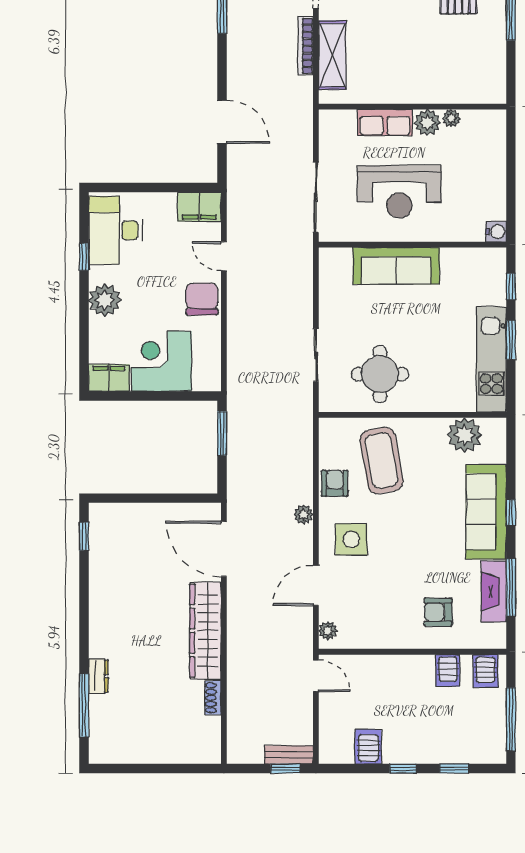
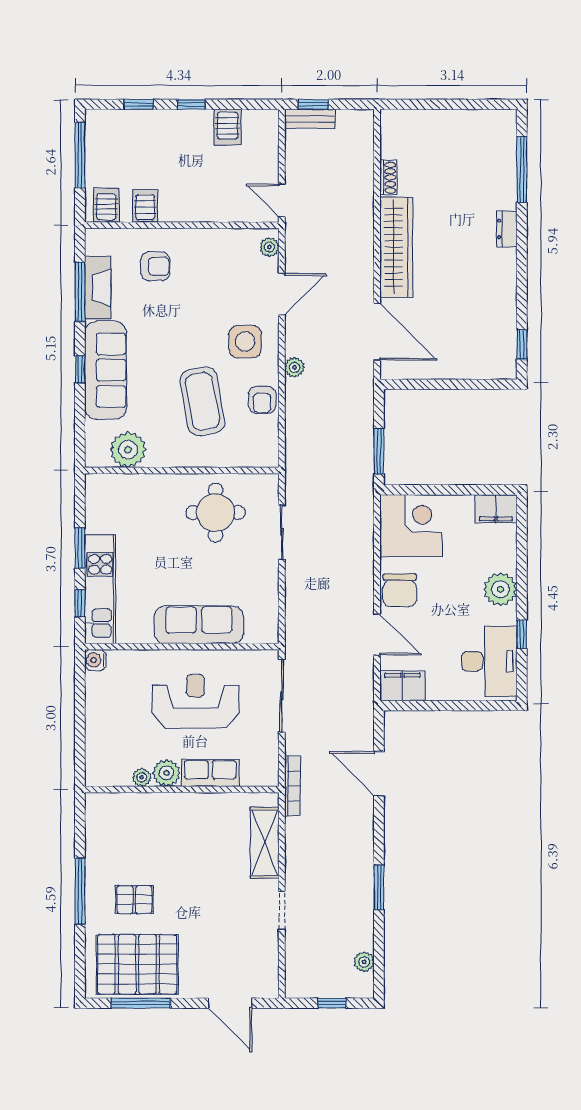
bookcase: (306, 46) -> (292, 786), moved
door: (224, 256) -> (377, 635), width x1.38
kitchen unit: (491, 359) -> (100, 589), moved
corner desk: (161, 361) -> (411, 526), moved, turned -90
coffee table: (381, 461) -> (202, 401), moved
dresser: (98, 676) -> (507, 229), moved

